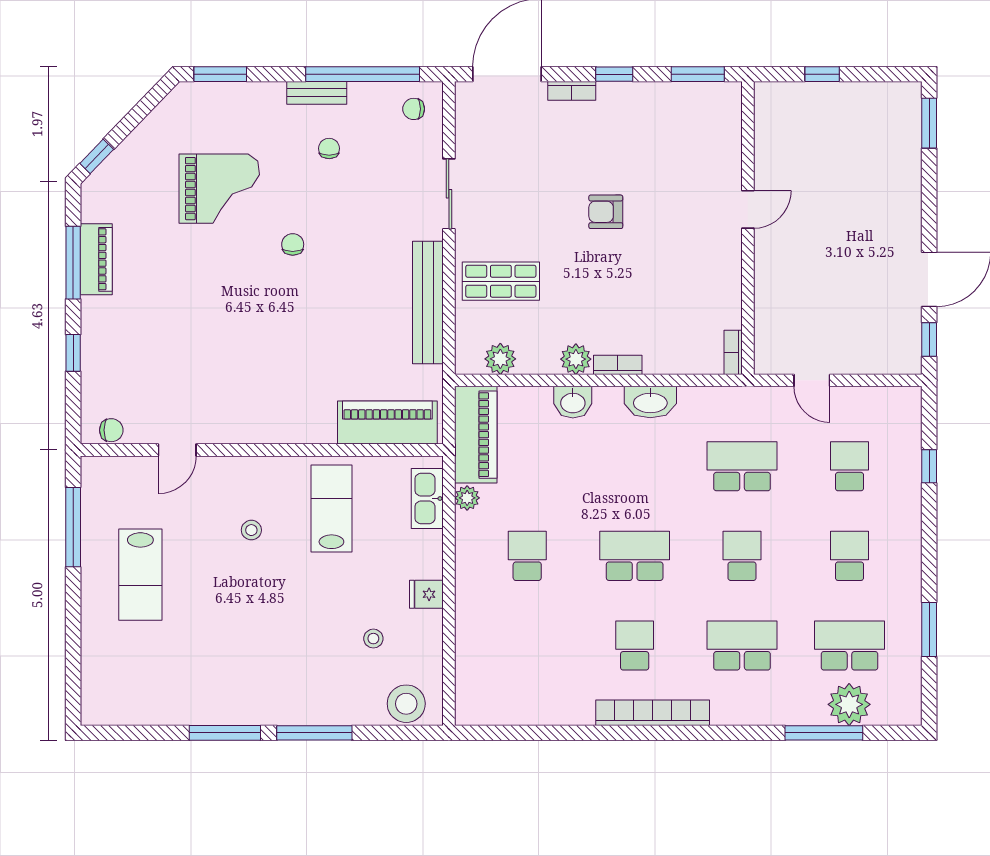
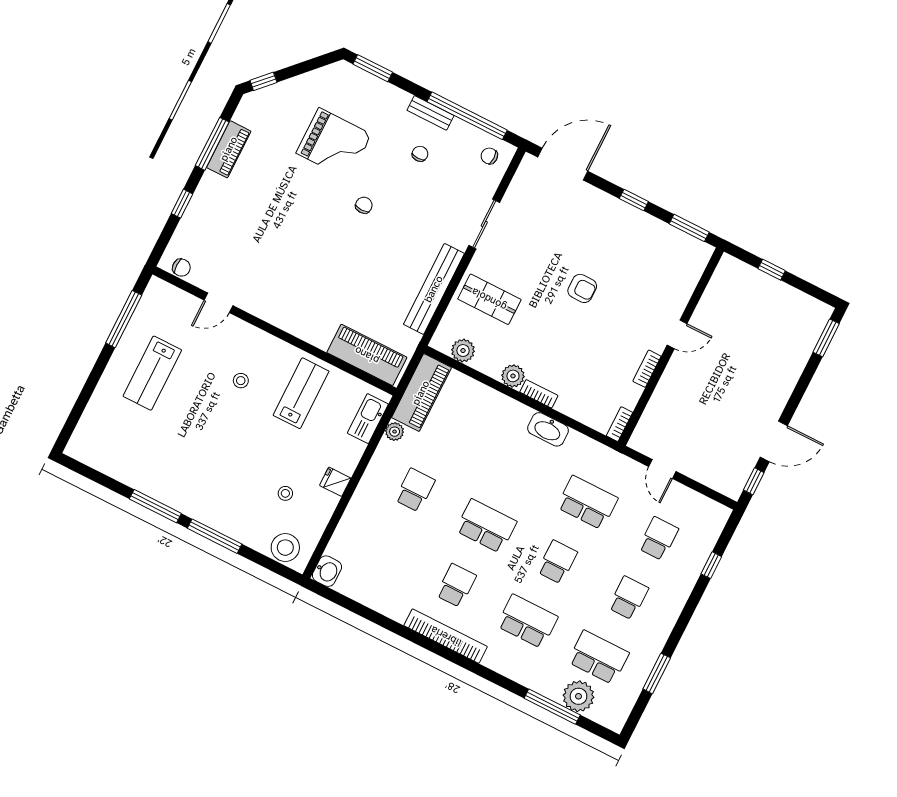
bookcase: (572, 91) -> (647, 369), moved, turned 90
armchair: (606, 212) -> (582, 288), turned 180
washbasin: (573, 402) -> (327, 571), moved, turned -90

